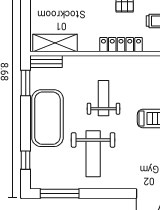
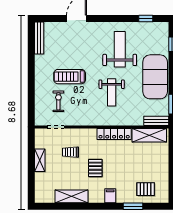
locker: (121, 45) -> (114, 134), moved
window: (60, 193) -> (146, 18), width x0.46

